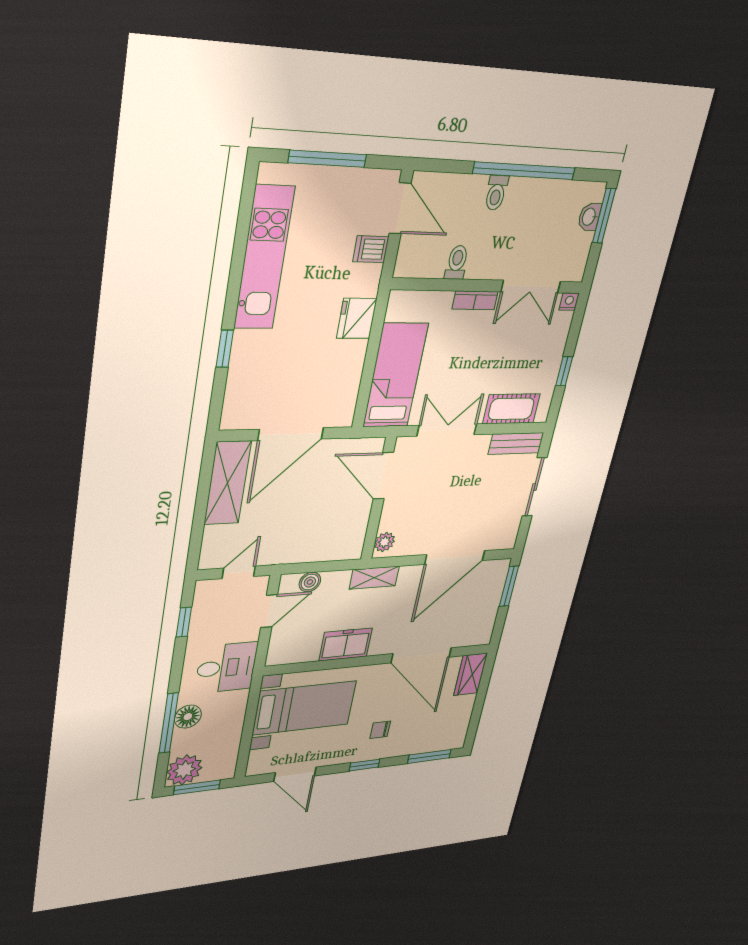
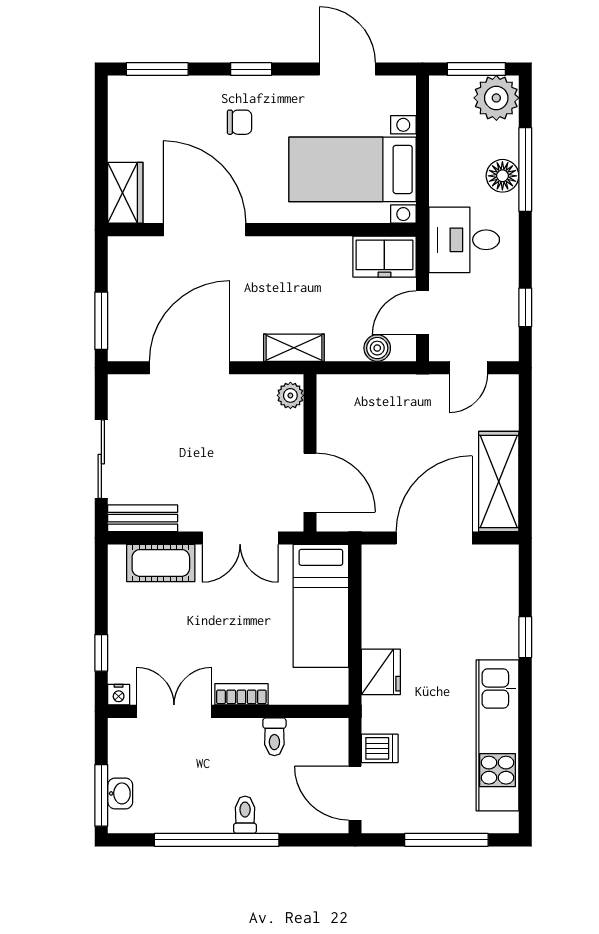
window: (564, 371) -> (101, 653), moved
freezer: (346, 644) -> (384, 257), moved

